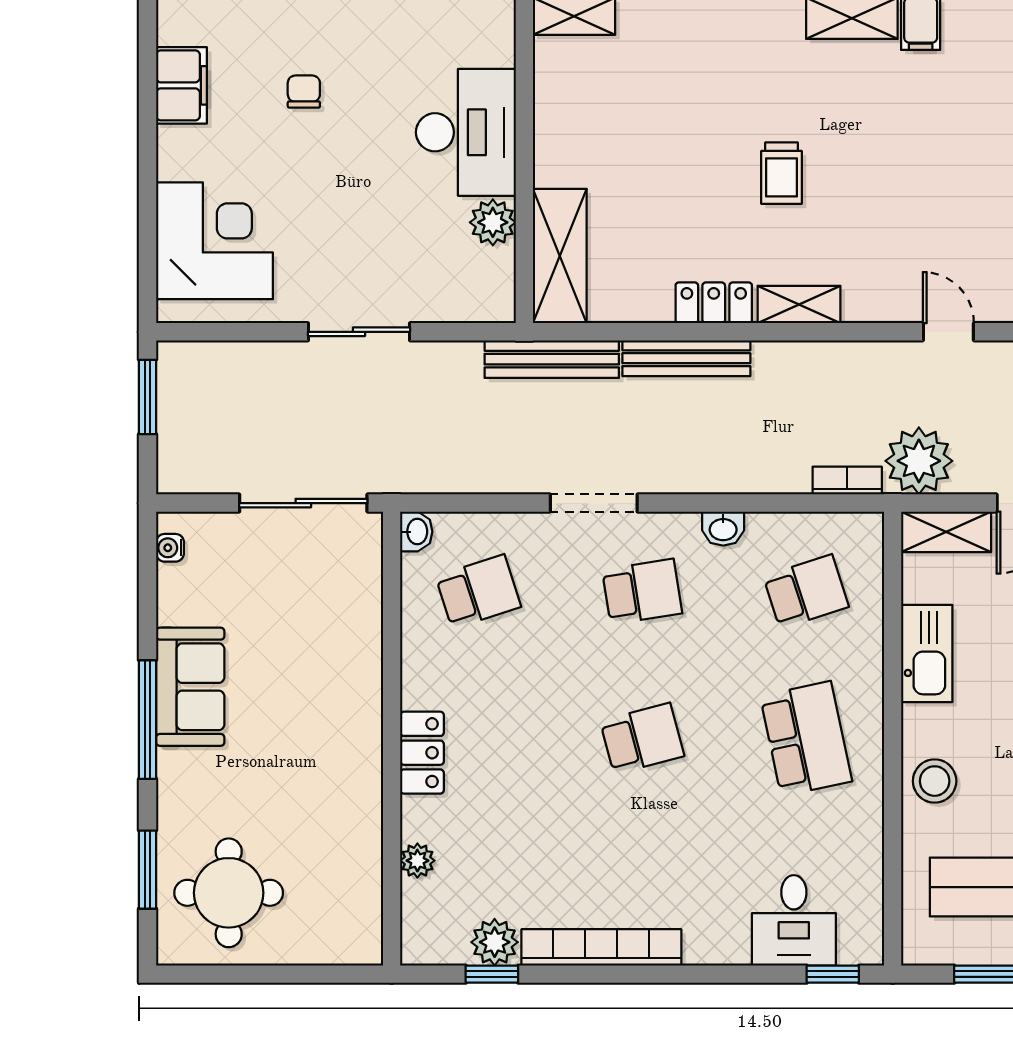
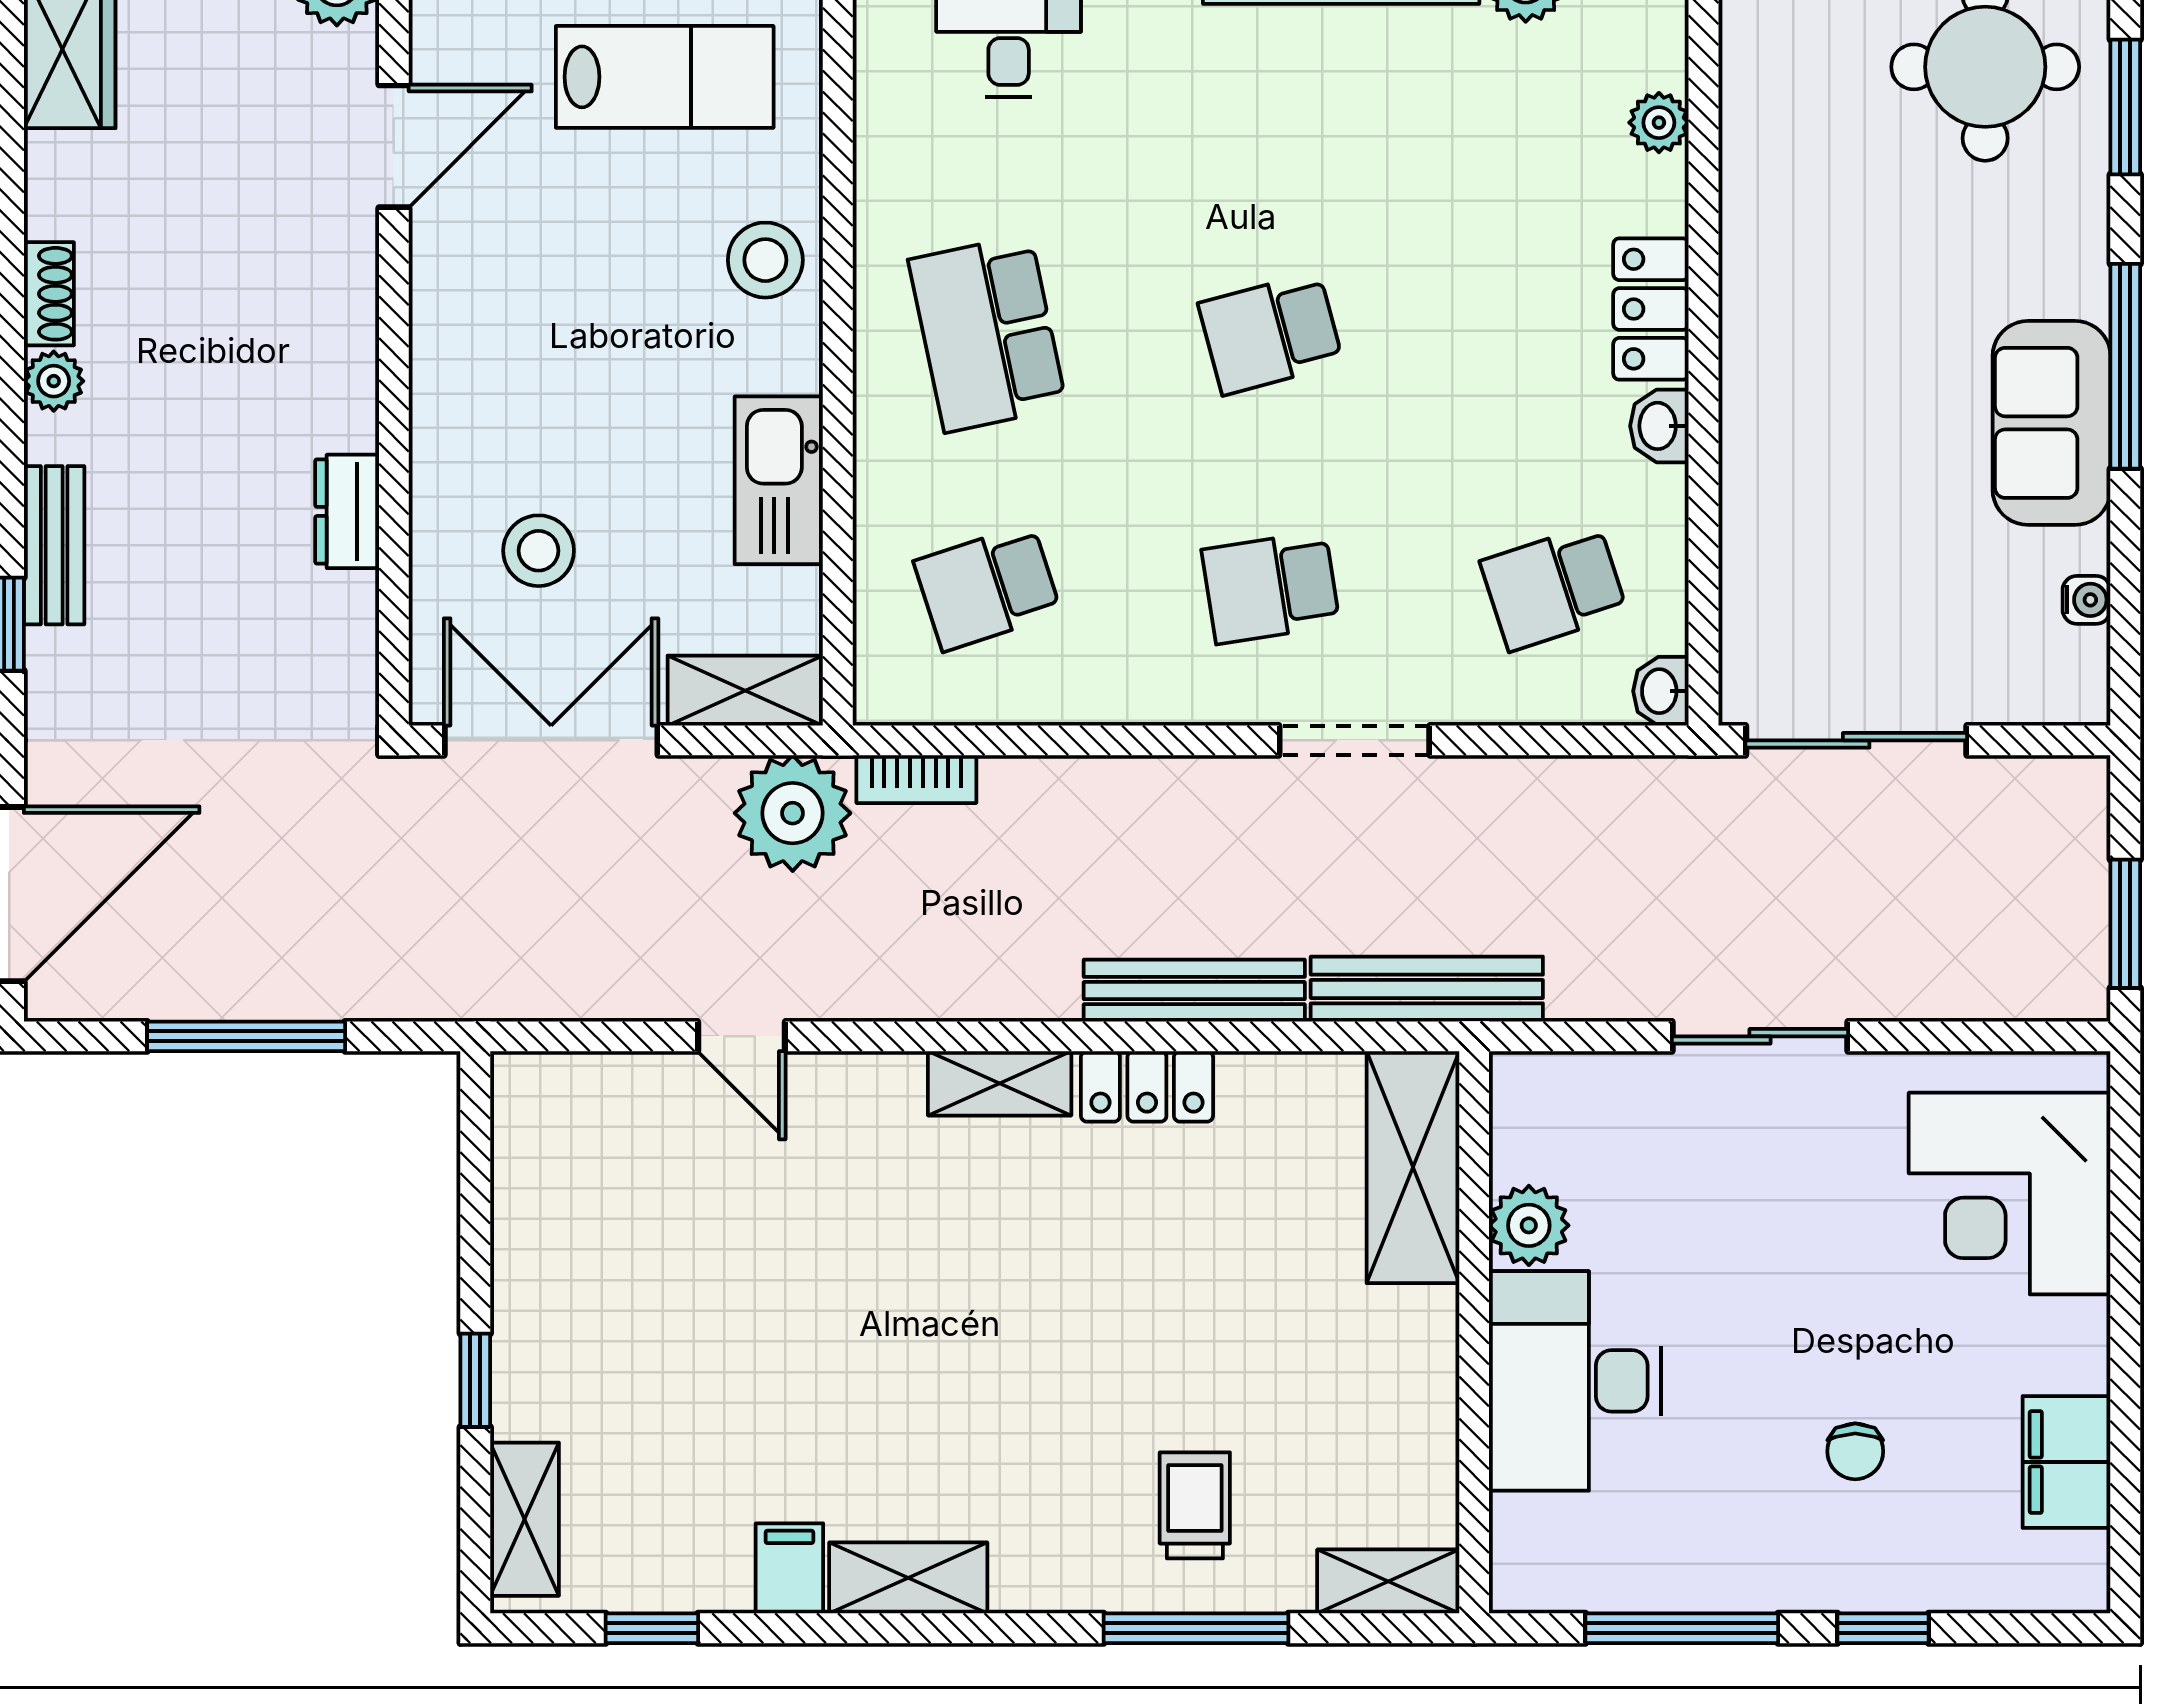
trolley: (781, 173) -> (1195, 1505), moved
washbasin: (723, 529) -> (1659, 426), moved, turned -90
water cooler: (170, 548) -> (2087, 600), moved

